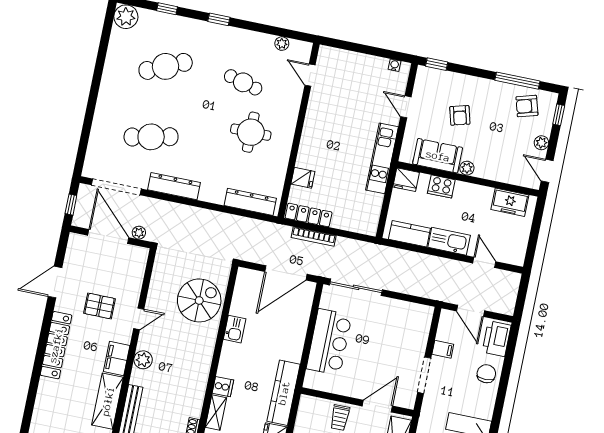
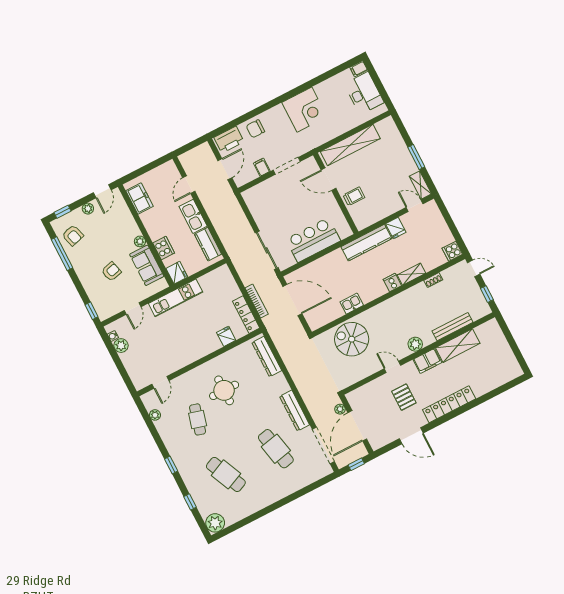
plant: (378, 66) -> (121, 346), added

